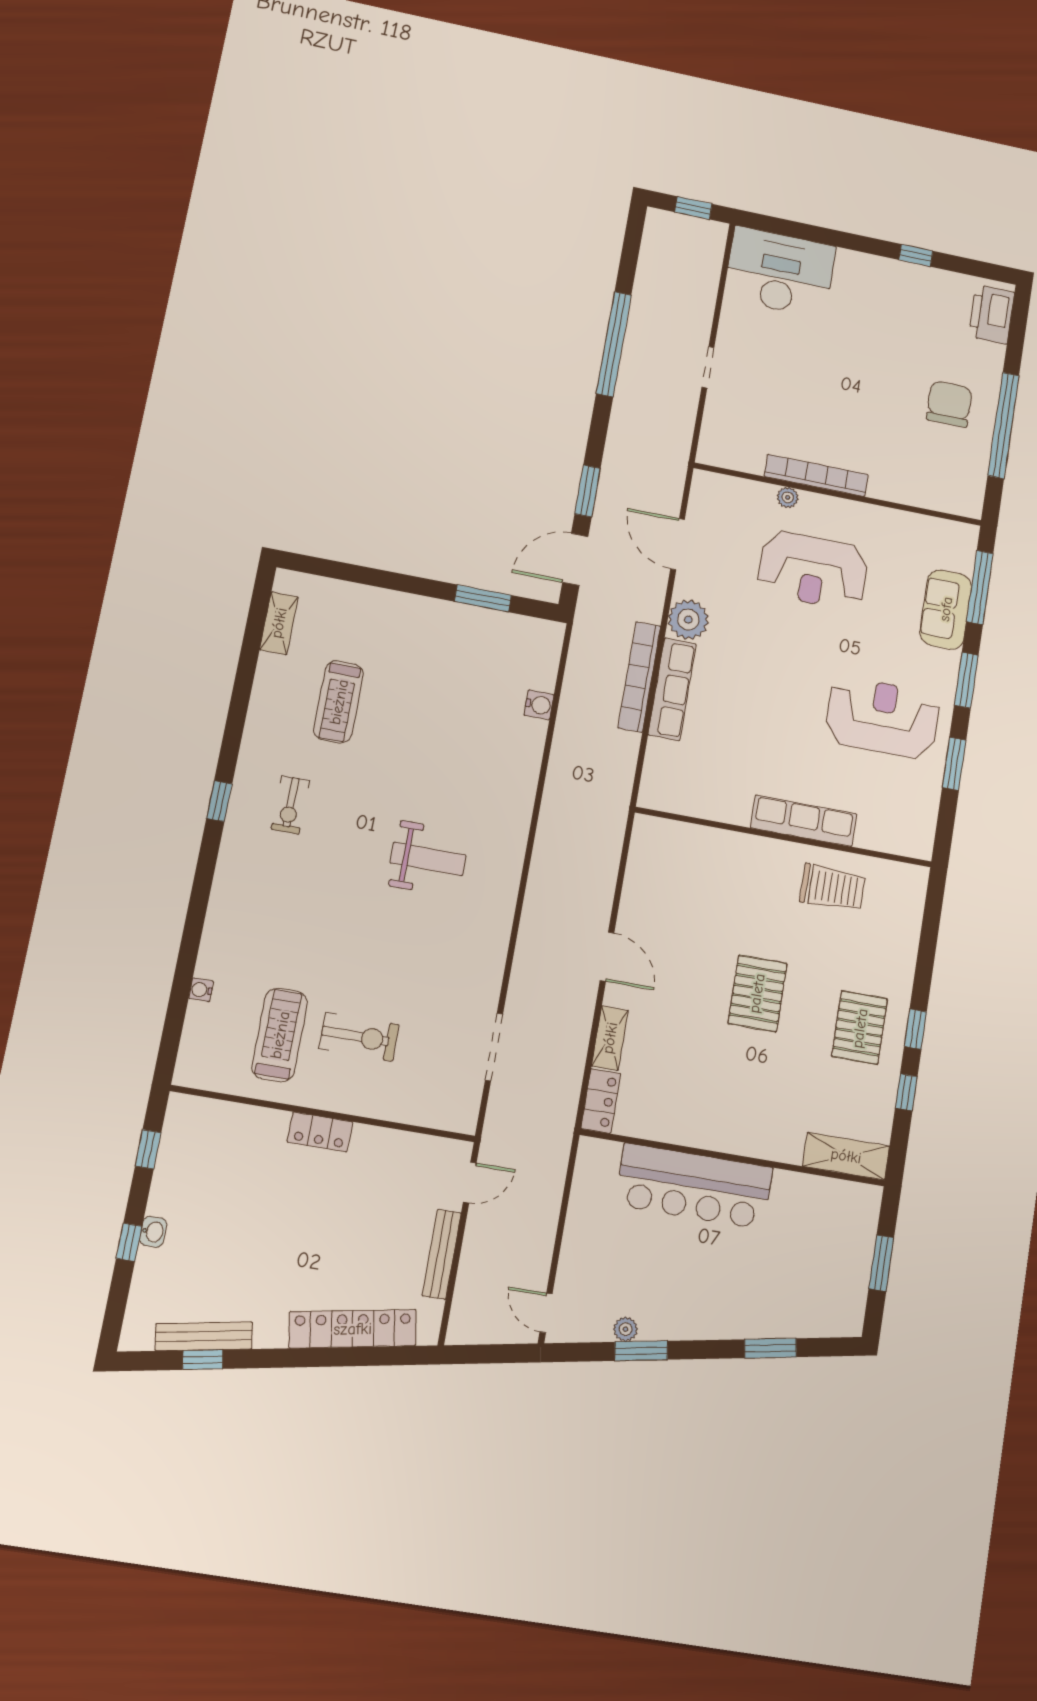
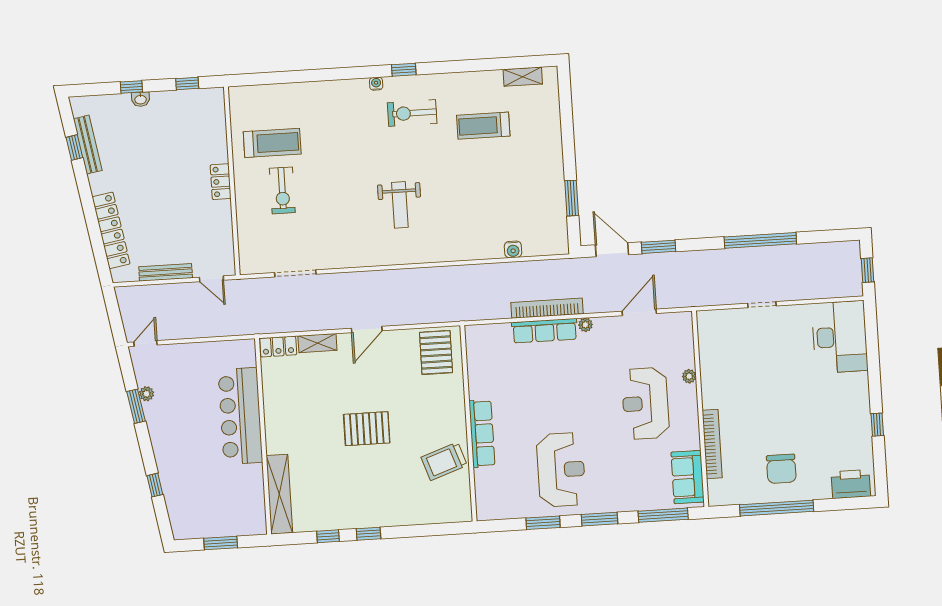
chair: (949, 404) -> (781, 469), turned 90
bookcase: (816, 475) -> (712, 444), moved
sofa: (946, 609) -> (688, 477), moved, turned -90
plant: (688, 620) -> (585, 325), width x0.53, depth x0.53
exercise bike: (290, 805) -> (412, 113), width x1.38, depth x1.39
trolley: (832, 888) -> (444, 461), turned 71
water cooler: (201, 990) -> (376, 84), moved
pallet: (860, 1028) -> (436, 352), moved, turned 90
shelving: (846, 1156) -> (279, 494), width x1.47
window: (770, 1348) -> (155, 485), width x0.67

